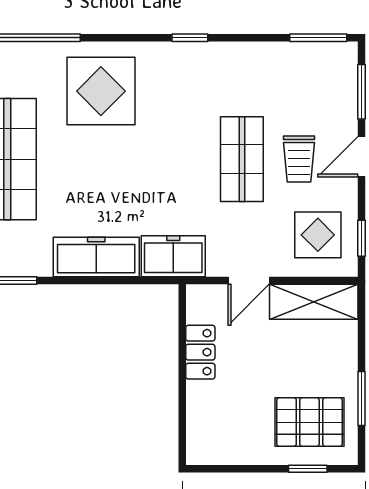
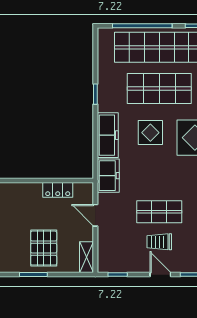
display table: (318, 235) -> (150, 133), moved
shelving: (314, 302) -> (87, 257), width x0.67, depth x0.75
pallet: (309, 422) -> (44, 248), moved

